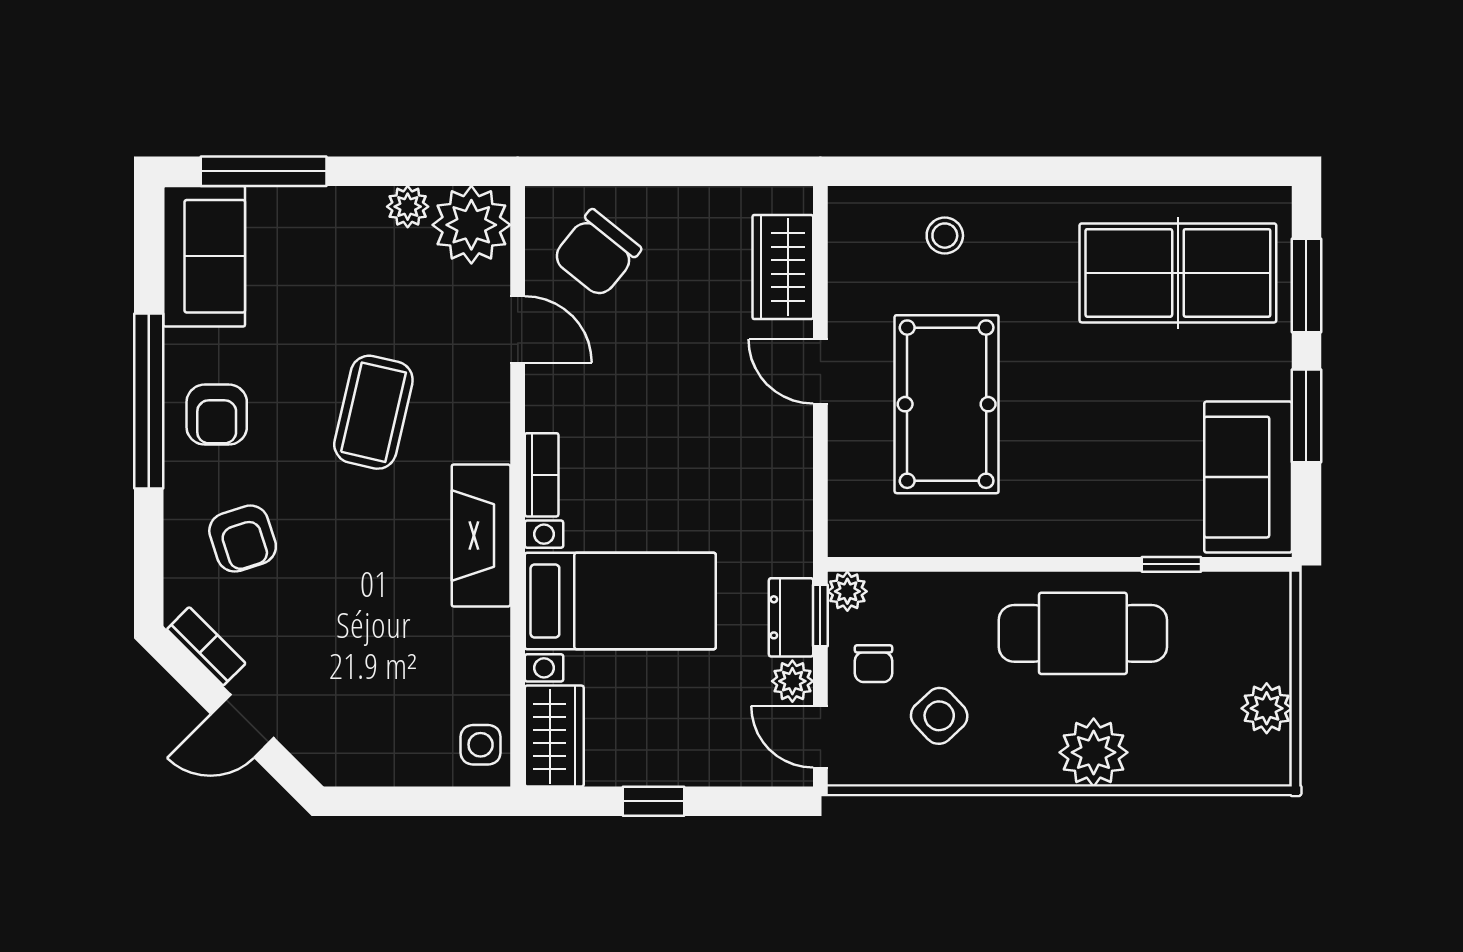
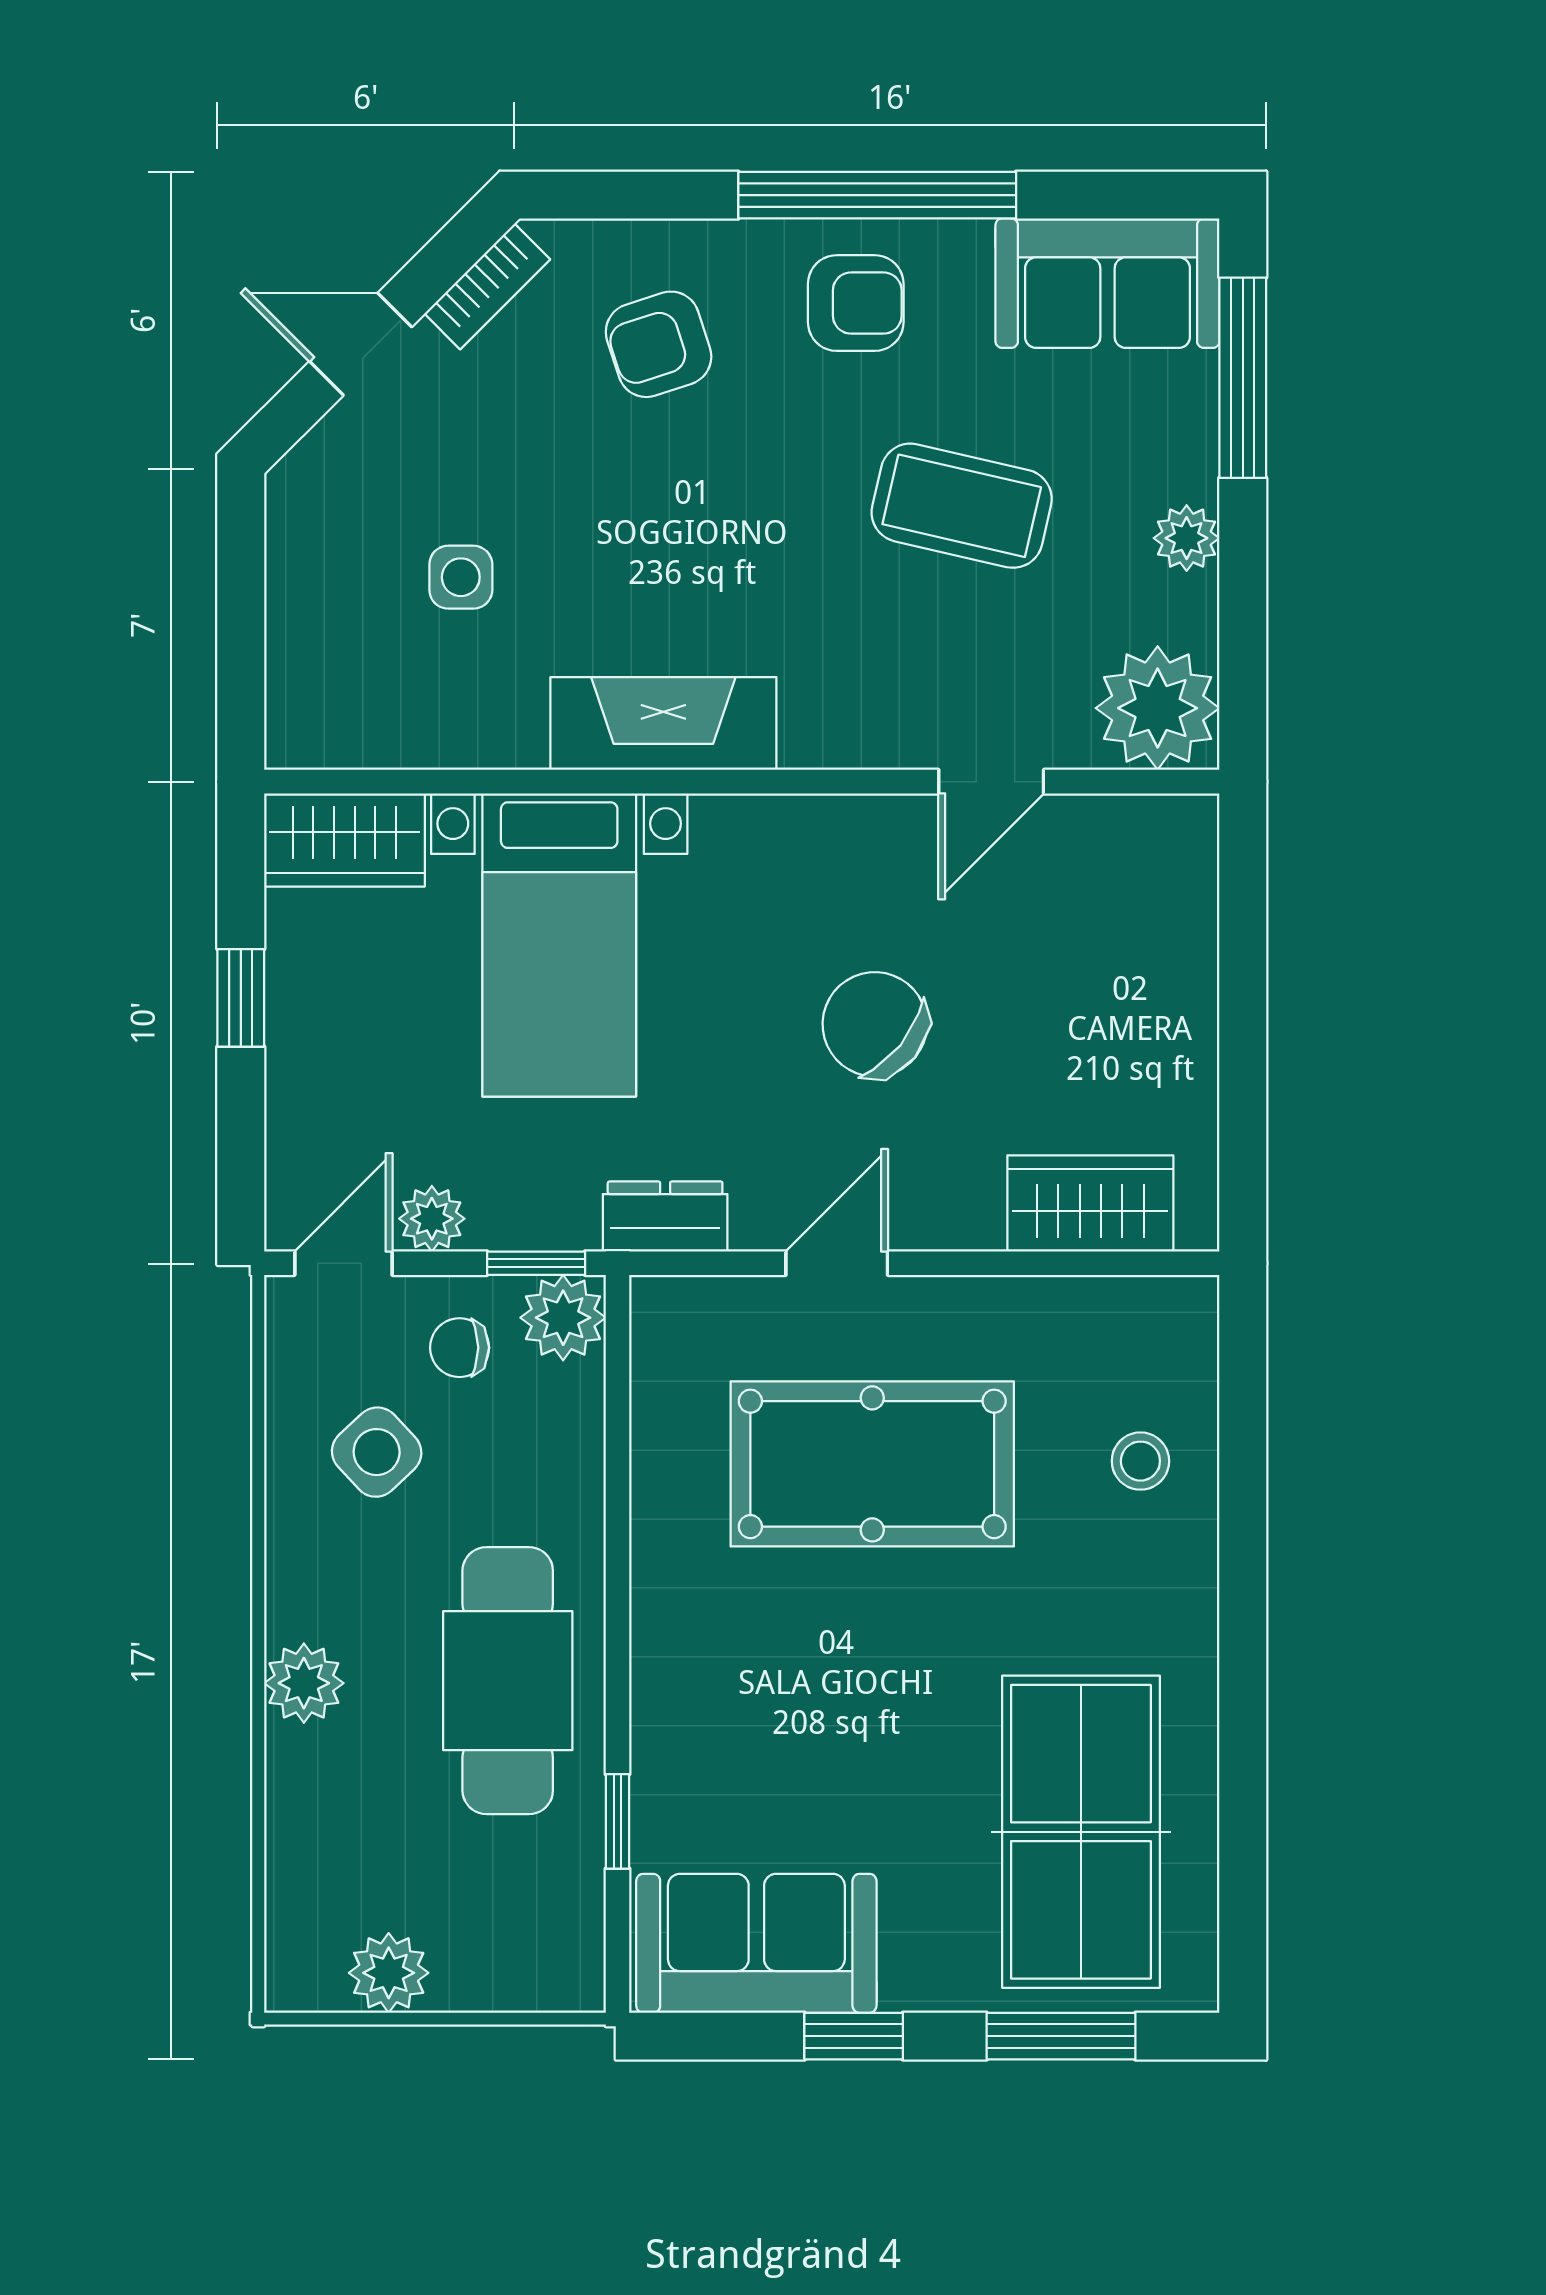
plant: (408, 207) -> (1187, 538), moved
chair: (597, 253) -> (875, 1024), moved
door: (820, 371) -> (837, 1263), moved
coffee table: (373, 412) -> (962, 506), moved
armchair: (217, 415) -> (856, 303), turned 180
window: (1306, 416) -> (854, 2036), width x0.67
bookcase: (542, 475) -> (760, 820), removed
plant: (847, 591) -> (563, 1318), width x1.38, depth x1.38
dresser: (791, 617) -> (665, 1216), moved
door: (242, 726) -> (361, 344), hinge flipped
side table: (481, 745) -> (461, 577), moved
plant: (1094, 752) -> (304, 1683), width x0.73, depth x0.73

